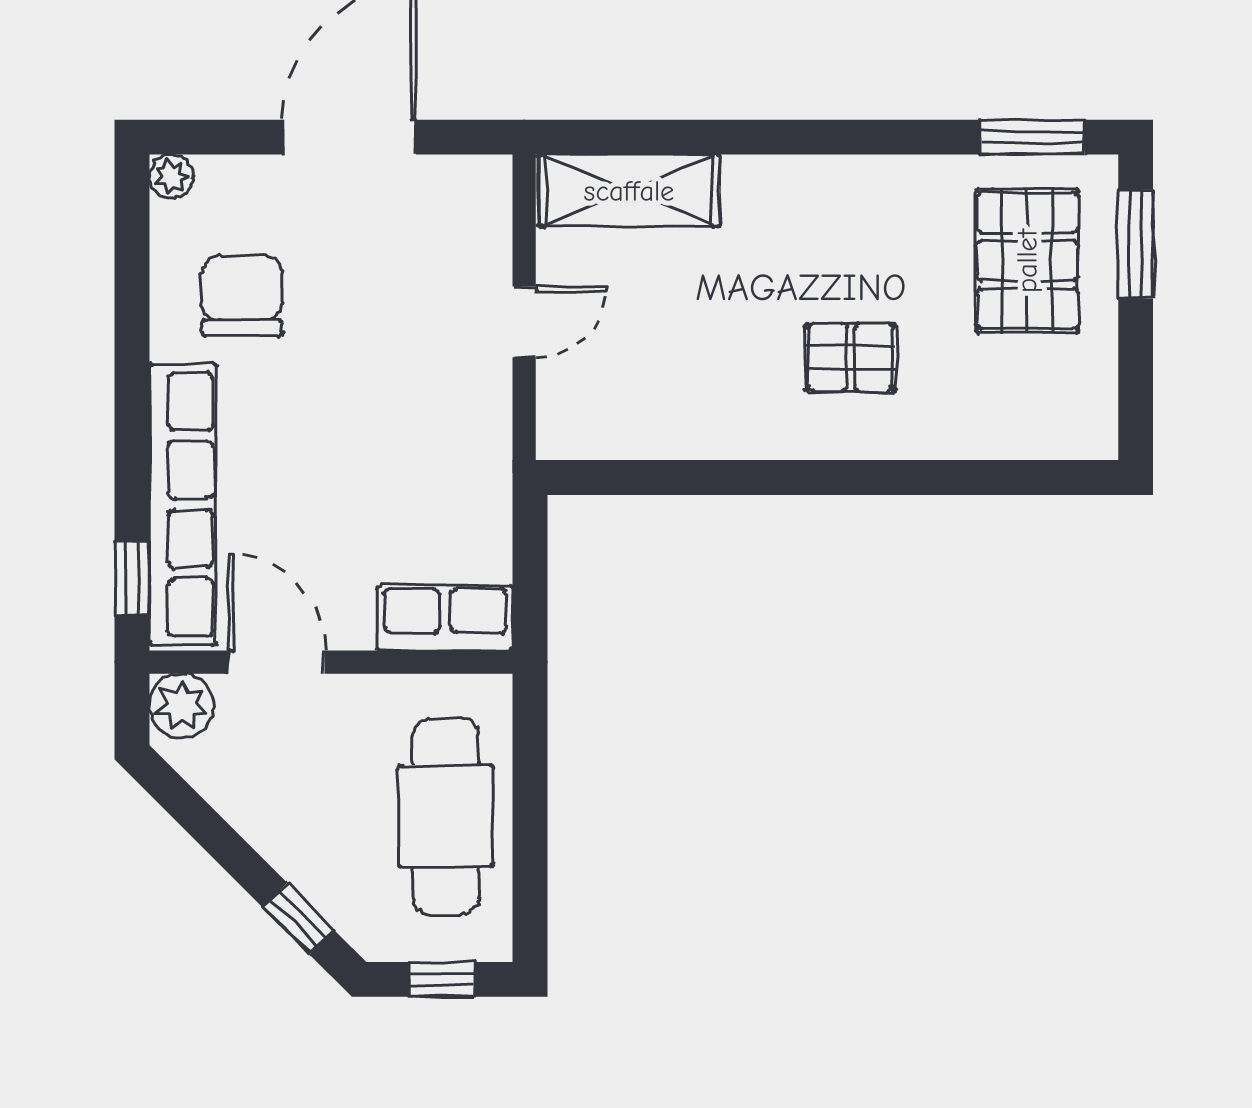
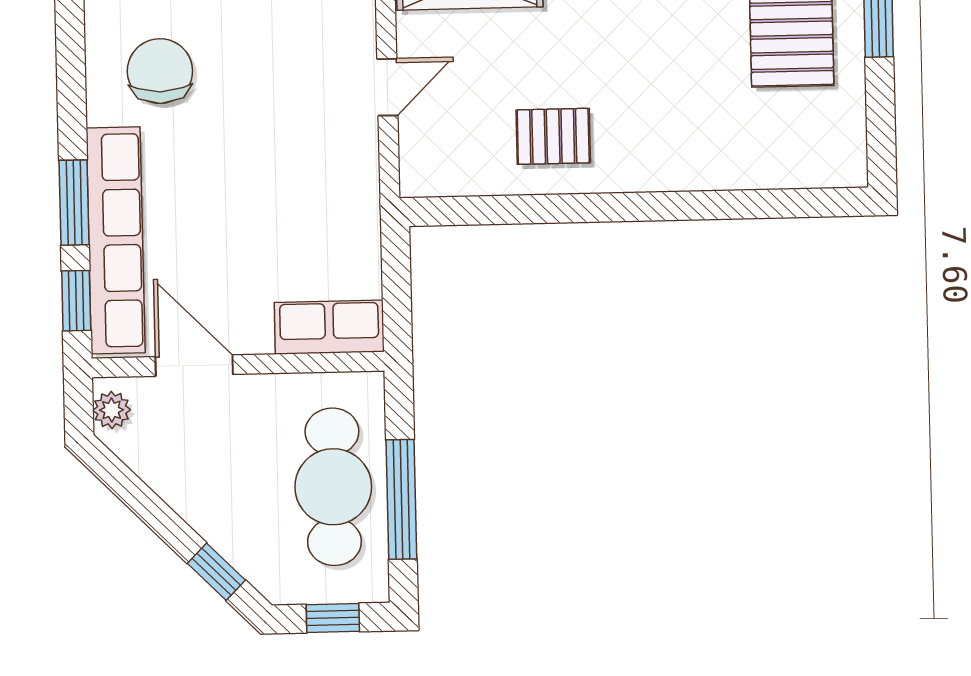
pallet: (851, 357) -> (553, 136), moved
window: (132, 456) -> (74, 203), added
plant: (182, 706) -> (112, 410), width x0.73, depth x0.73
window: (530, 834) -> (401, 499), added

